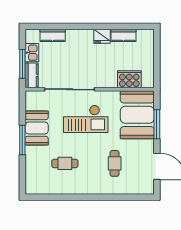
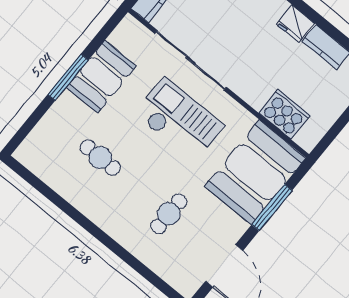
checkout: (86, 119) -> (179, 120), turned 180

